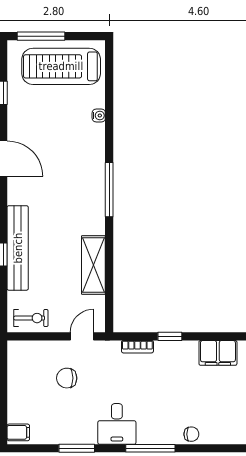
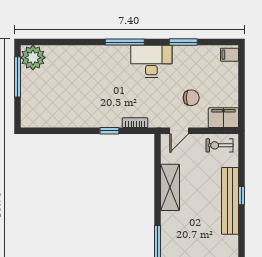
filing cabinet: (218, 353) -> (223, 118), moved
desk: (117, 424) -> (151, 61), width x1.37
chair: (191, 434) -> (92, 53), removed

